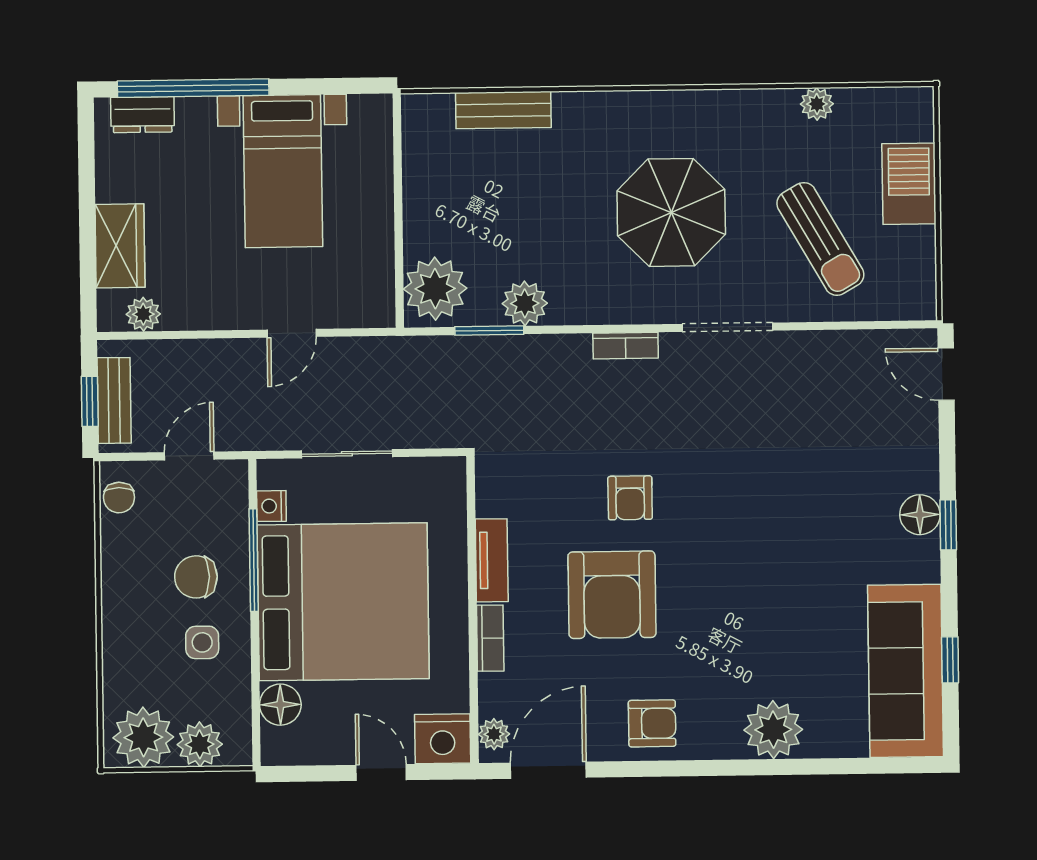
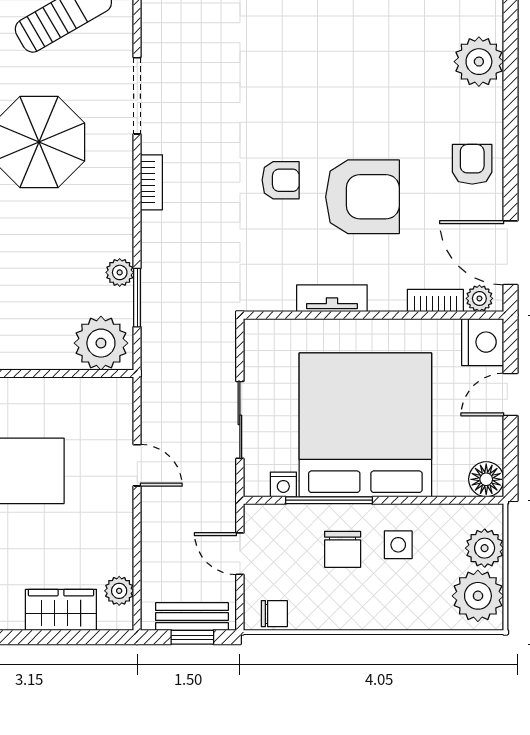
plant: (525, 303) -> (120, 272), width x0.73, depth x0.73
bookcase: (490, 638) -> (435, 301), moved
floor lamp: (280, 705) -> (486, 479), moved

